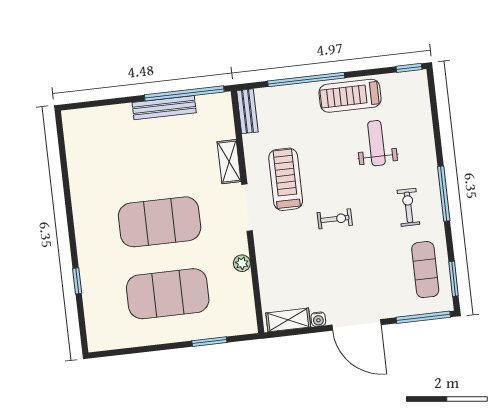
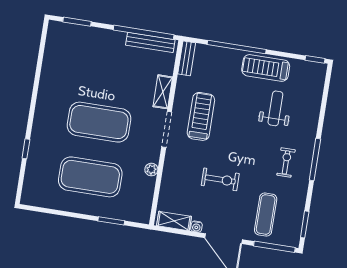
window: (97, 103) -> (77, 22), added
bench: (164, 108) -> (150, 42), moved
exercise bike: (335, 219) -> (220, 179), moved, width x1.38, depth x1.39
exercise mat: (425, 270) -> (266, 215), moved

